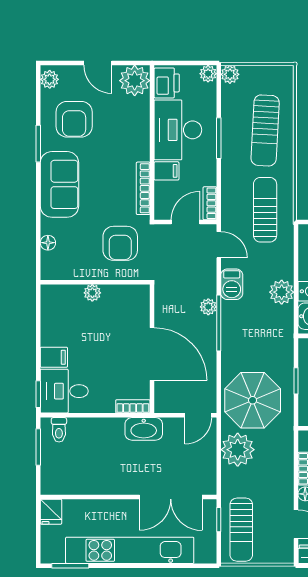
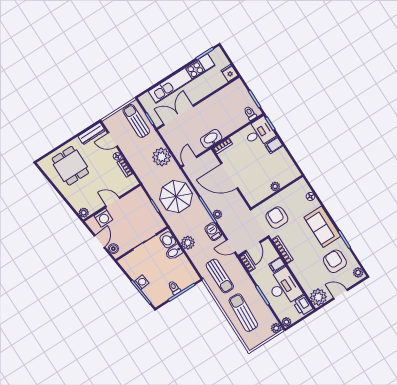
parasol: (253, 400) -> (176, 196), moved

